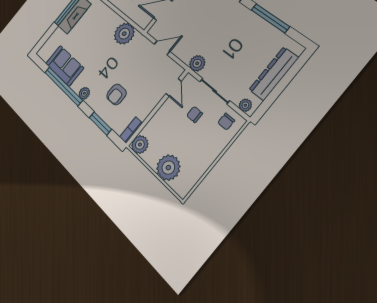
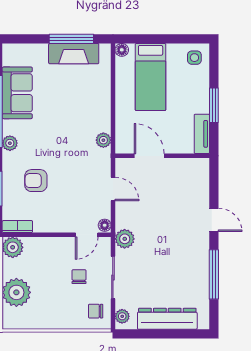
plant: (124, 34) -> (103, 140), width x0.53, depth x0.53
floor lamp: (178, 70) -> (105, 225), added

